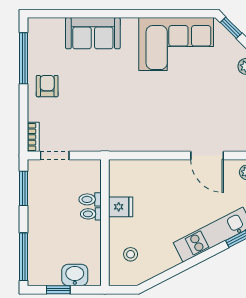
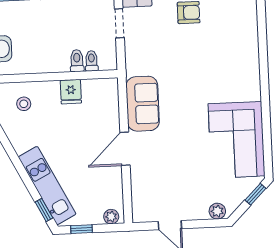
sofa: (93, 33) -> (143, 104), moved, turned 180
door: (207, 155) -> (125, 149), moved
toilet: (91, 214) -> (91, 61), moved

